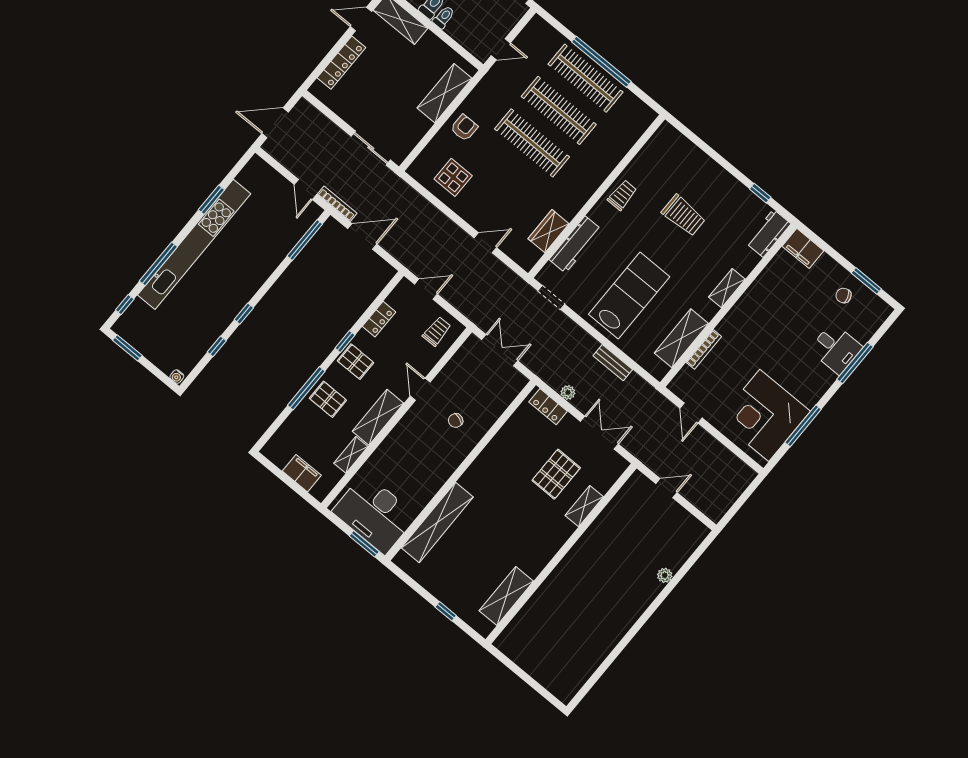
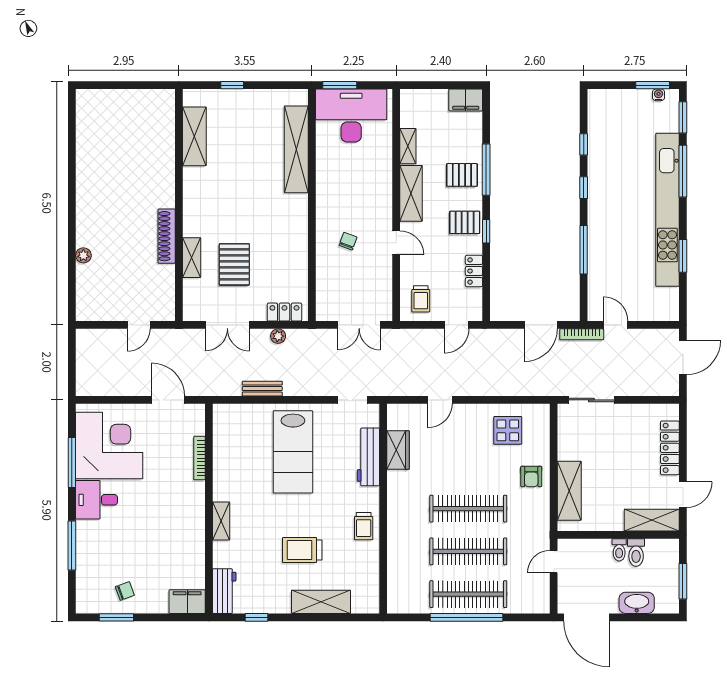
window: (305, 240) -> (584, 250), moved
window: (125, 305) -> (683, 117), width x1.50
shelving: (681, 338) -> (321, 602), moved, turned 90
desk: (836, 348) -> (97, 500), moved
water cooler: (177, 377) -> (659, 95), moved
door: (691, 413) -> (168, 400), width x1.38
filing cabinet: (302, 473) -> (466, 100), moved
shoe rack: (590, 538) -> (167, 236), added

